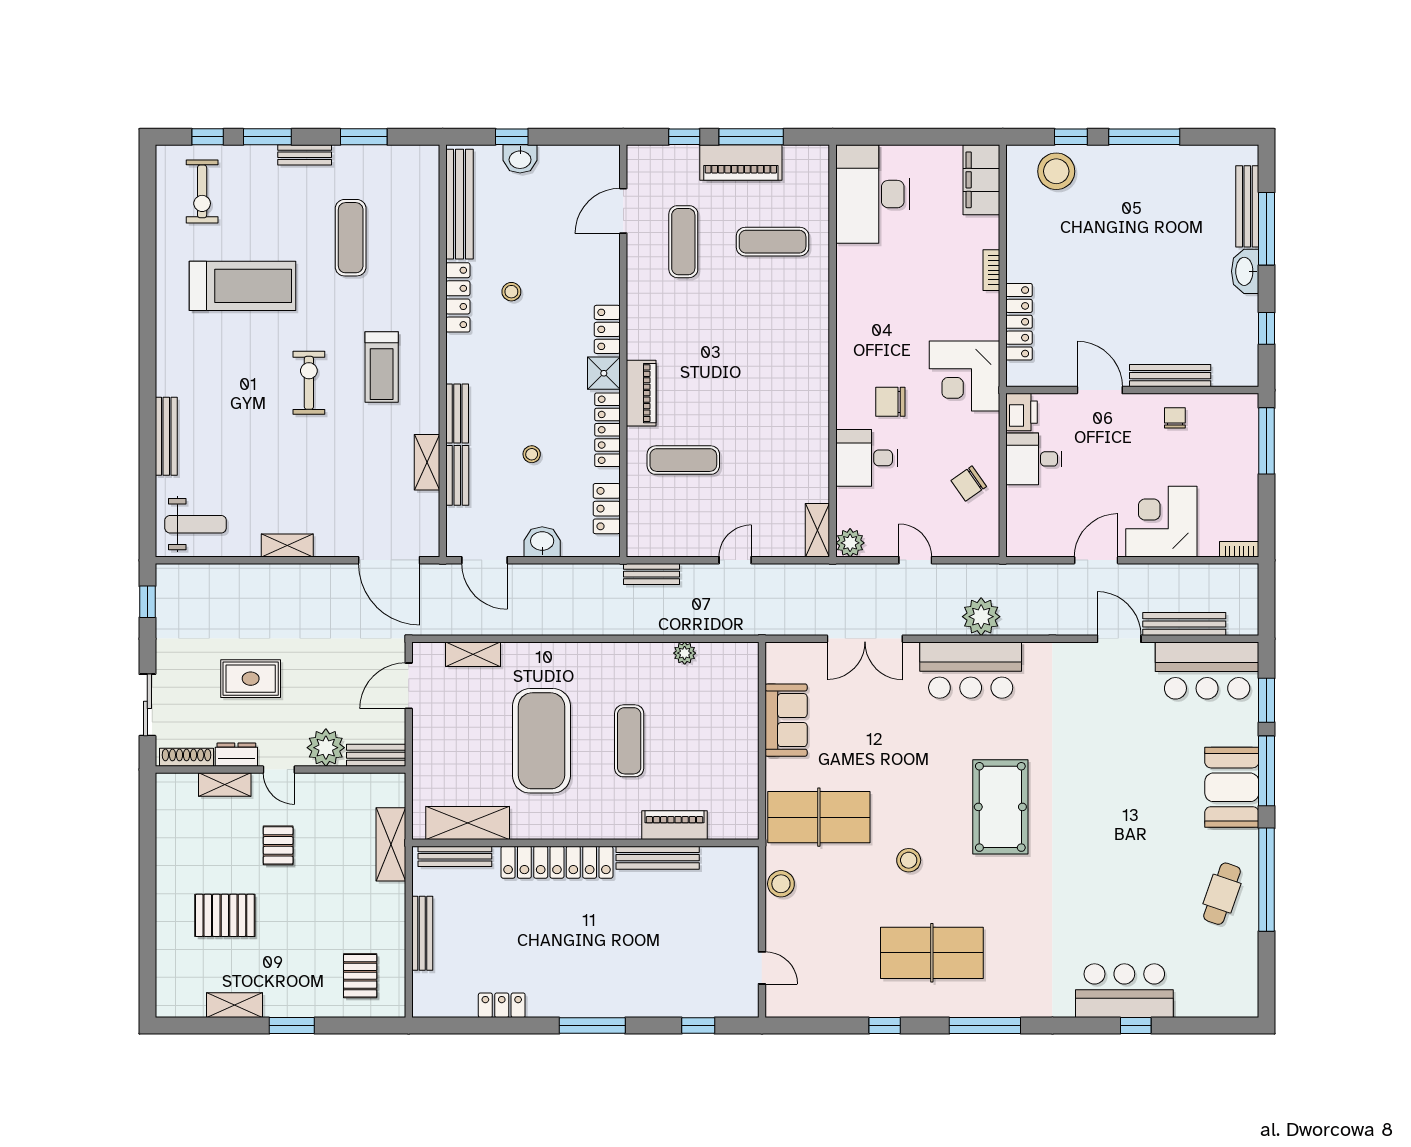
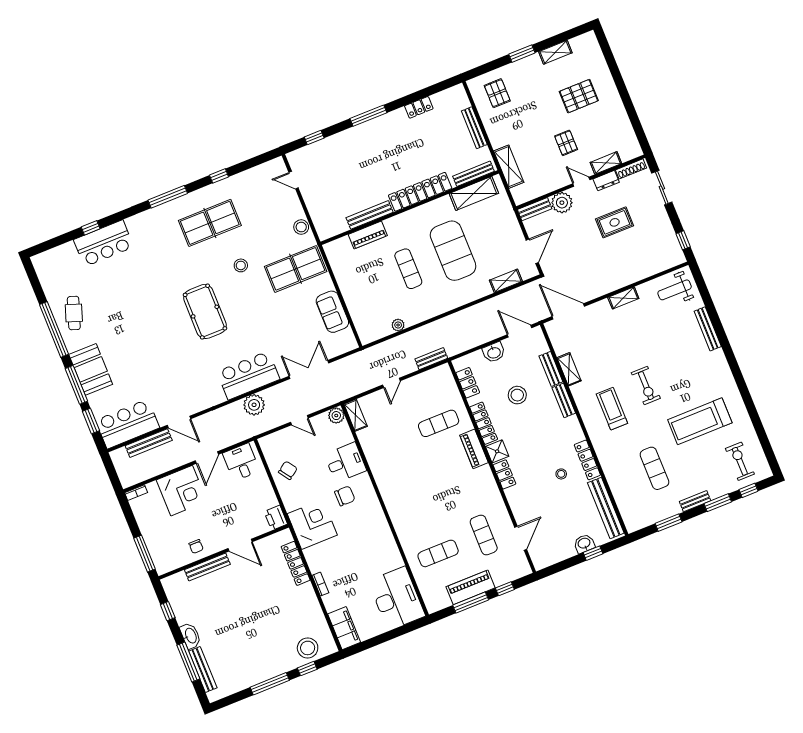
stool: (532, 454) -> (517, 395), width x1.89, depth x1.89
desk: (1034, 459) -> (241, 462), moved, turned -90

